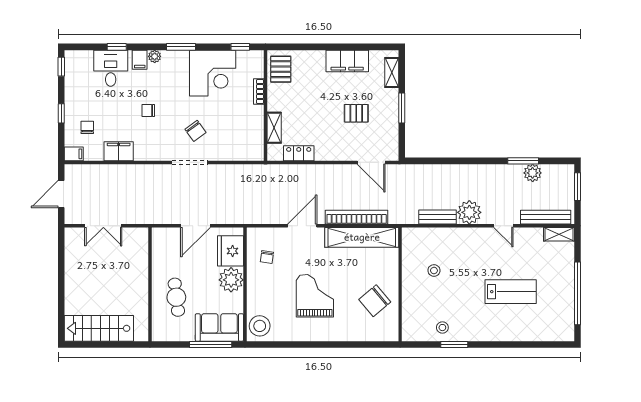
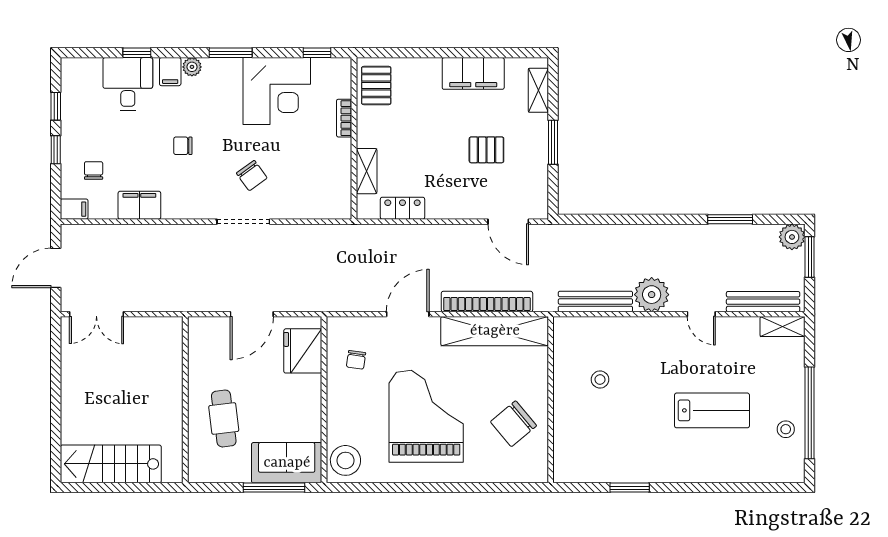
window: (61, 67) -> (56, 106), moved
plant: (533, 173) -> (792, 237), moved
bench: (438, 217) -> (595, 301), width x1.36
double door: (103, 226) -> (96, 314), moved
plant: (231, 280) -> (304, 393), removed
grand piano: (315, 296) -> (426, 416), width x1.37, depth x1.48
stool: (442, 328) -> (786, 429), moved

